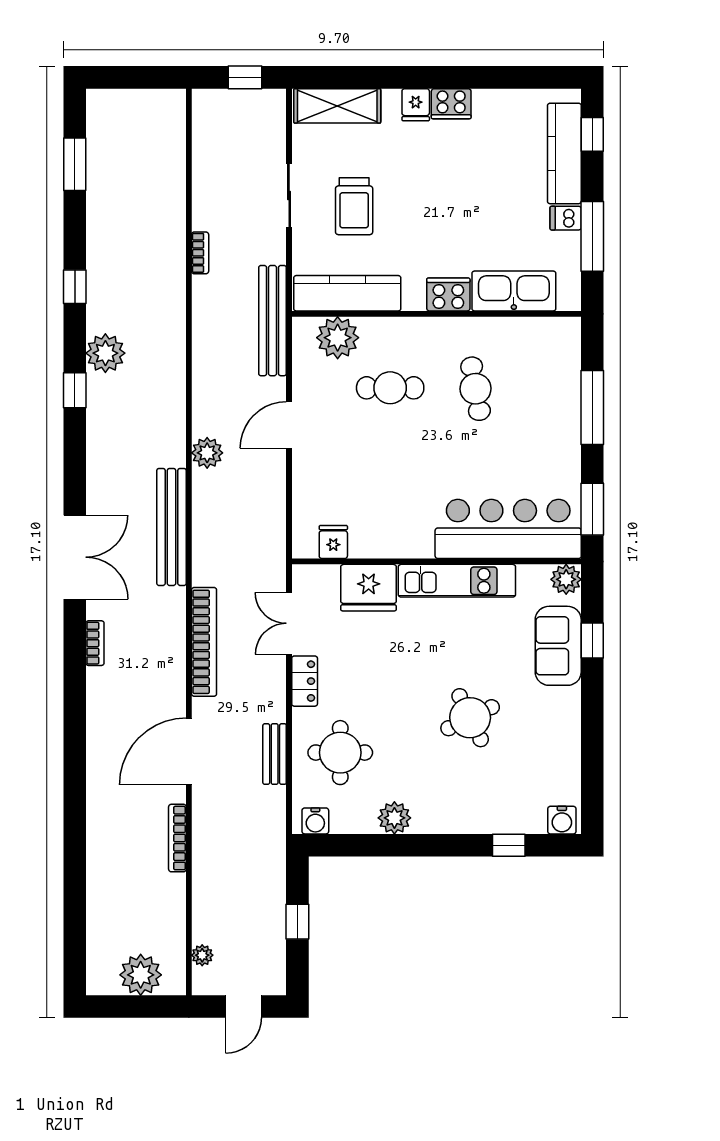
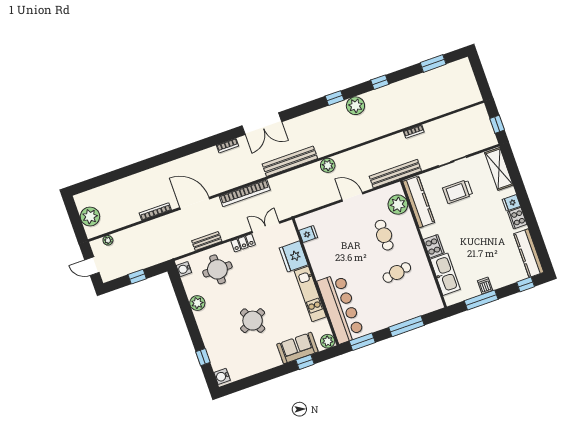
kitchen counter: (564, 153) -> (529, 253), moved, turned -90

